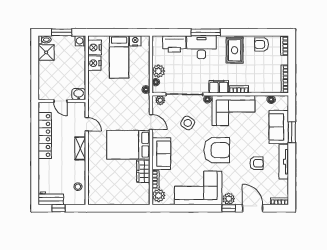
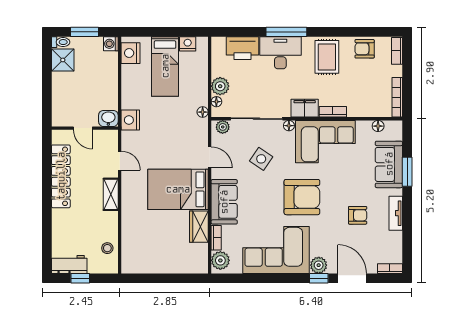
nightstand: (94, 63) -> (130, 120), moved
tv unit: (284, 162) -> (396, 213), width x0.71

